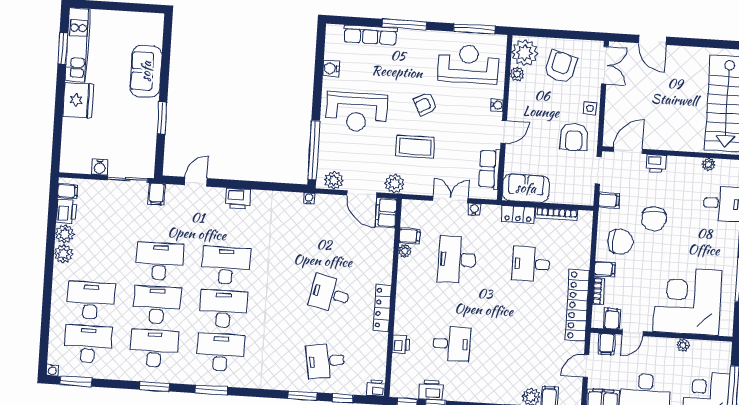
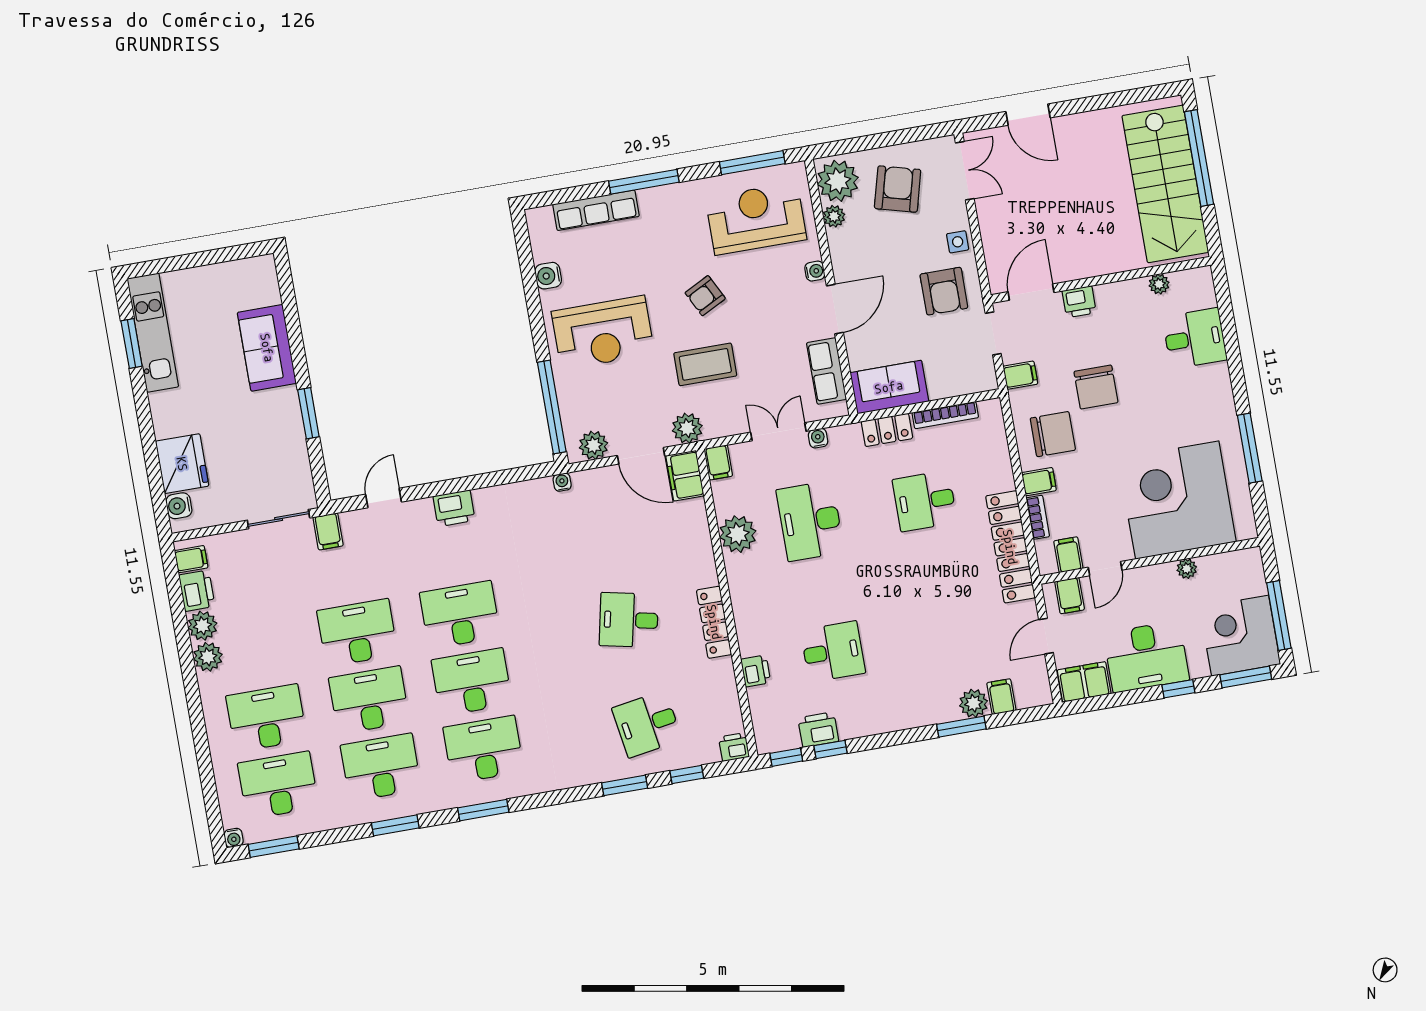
fridge: (78, 100) -> (182, 464), moved
door: (504, 132) -> (835, 309), width x1.38
water cooler: (100, 167) -> (179, 506), moved, turned 90
filing cabinet: (410, 236) -> (718, 462), moved, turned 90
plant: (405, 251) -> (738, 534), width x1.88, depth x1.88

